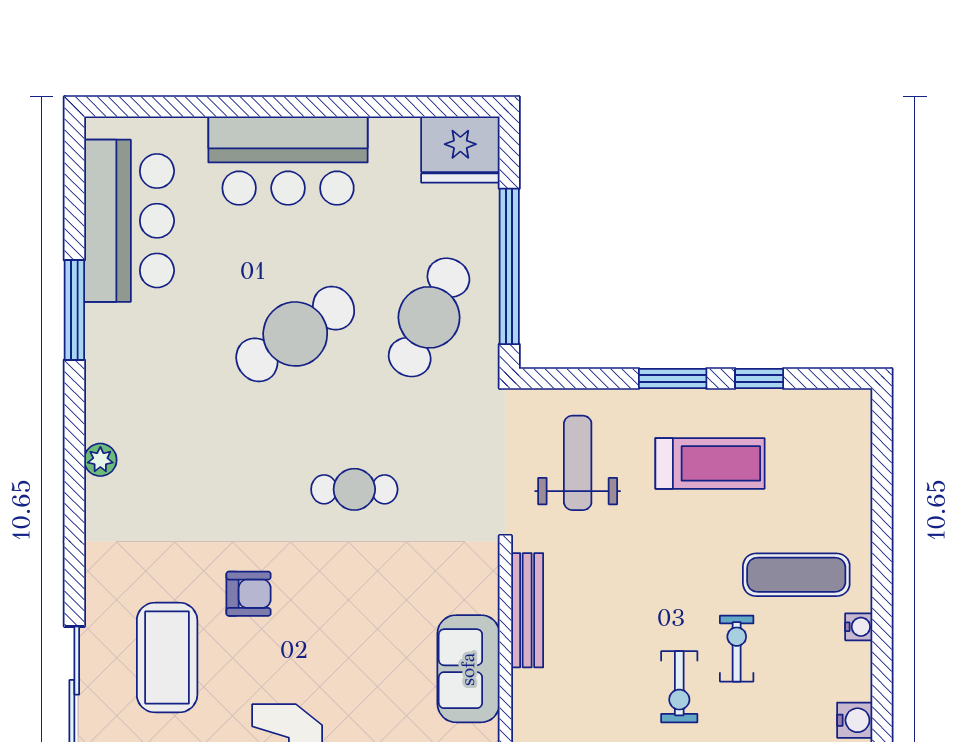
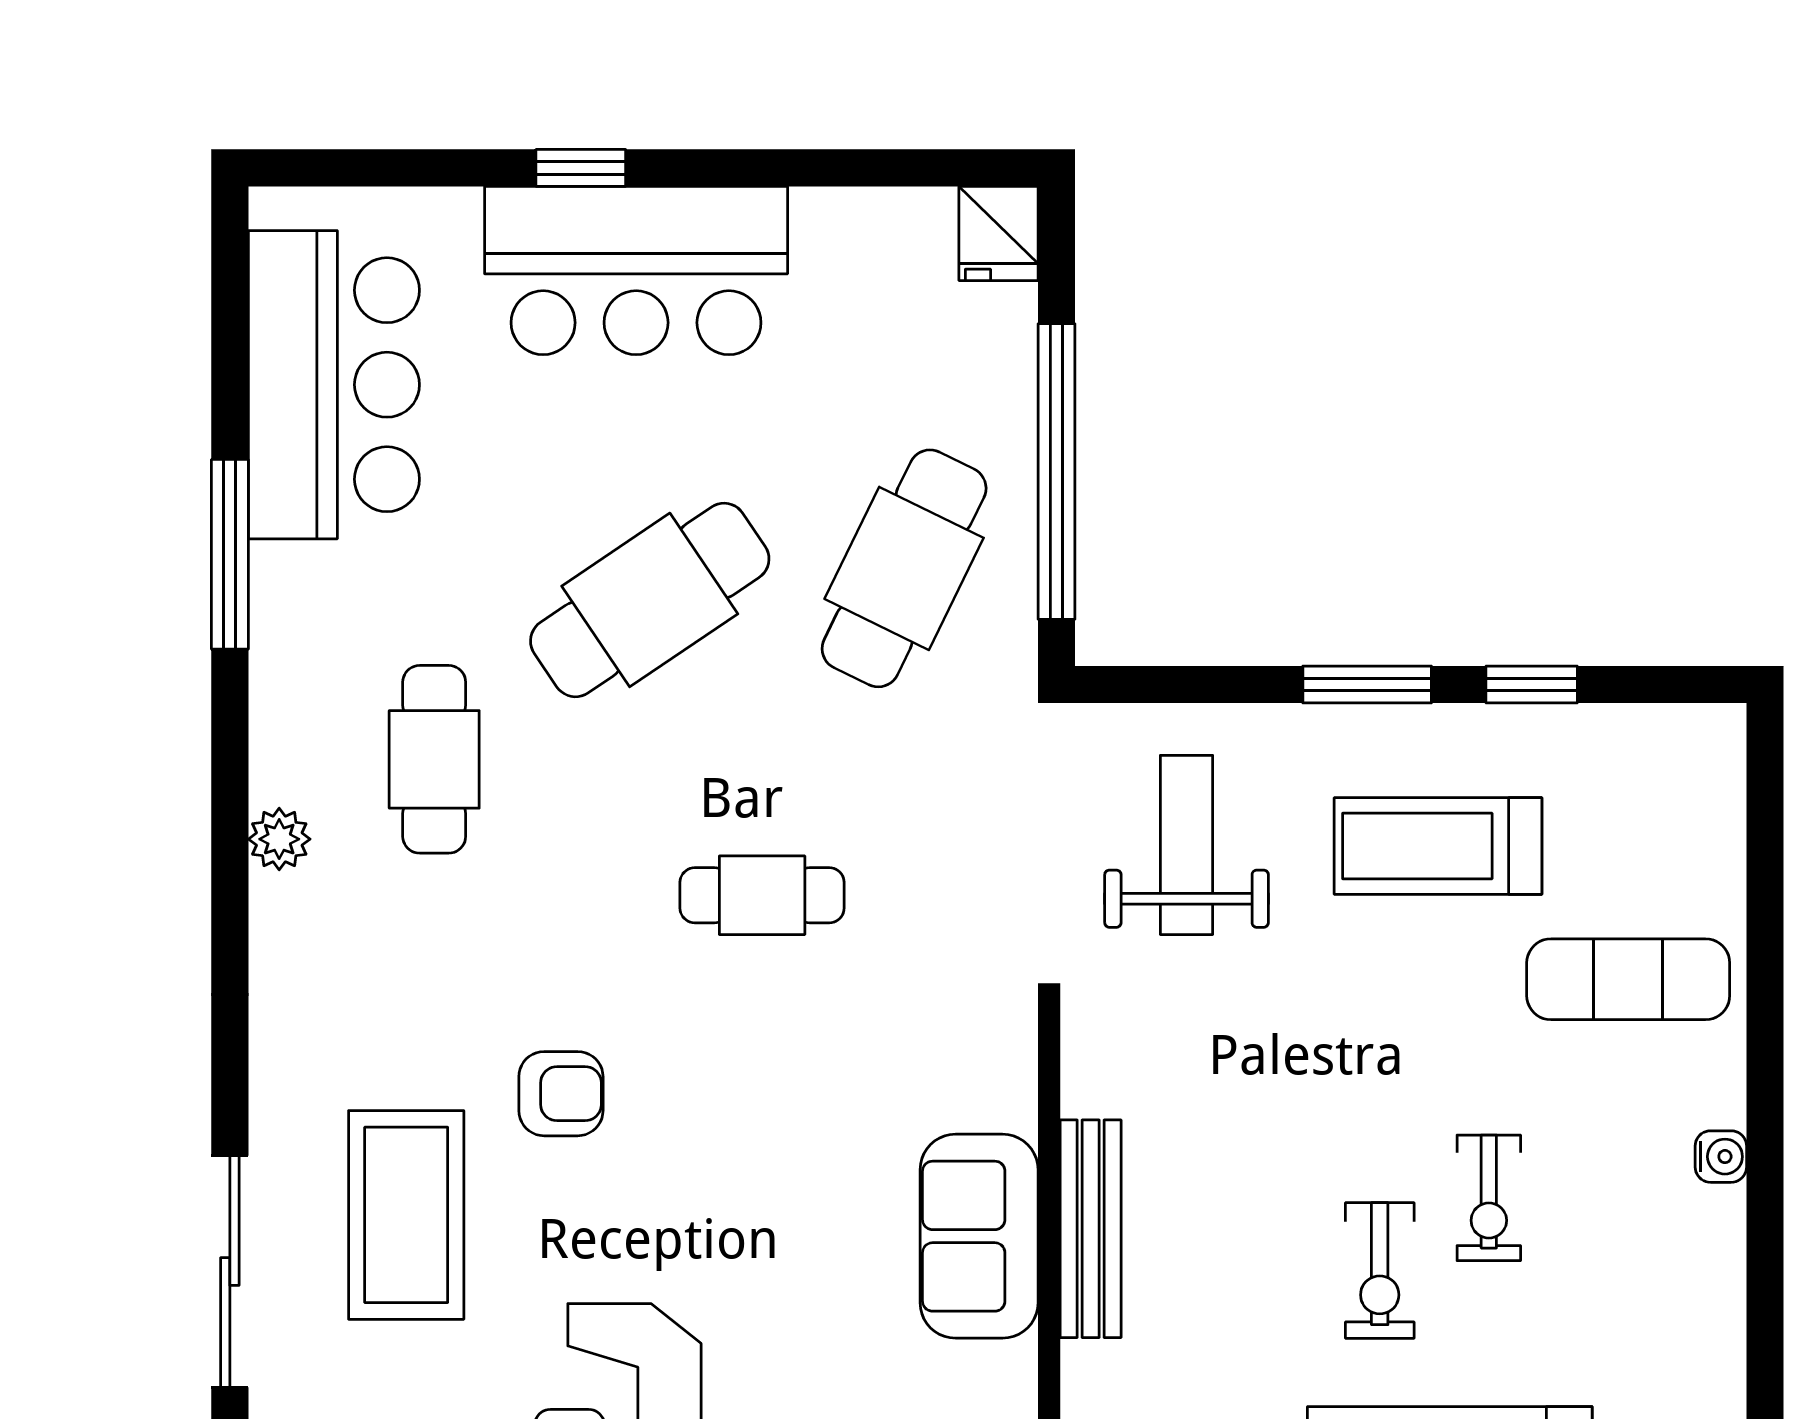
window: (259, 107) -> (581, 168), added
fridge: (460, 150) -> (998, 233), width x0.53, depth x0.75
cafe table: (182, 418) -> (434, 759), added
treadmill: (710, 463) -> (1438, 846), turned 180
exercise mat: (796, 575) -> (1628, 979), moved
bench: (527, 610) -> (1091, 1229), moved
exercise bike: (737, 649) -> (1489, 1198), turned 180
water cooler: (855, 720) -> (1713, 1334), removed

